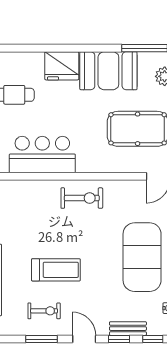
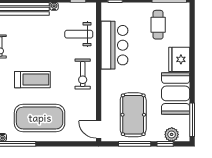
weight bench: (27, 203) -> (79, 34), added
treadmill: (56, 270) -> (32, 80), moved, turned -90

